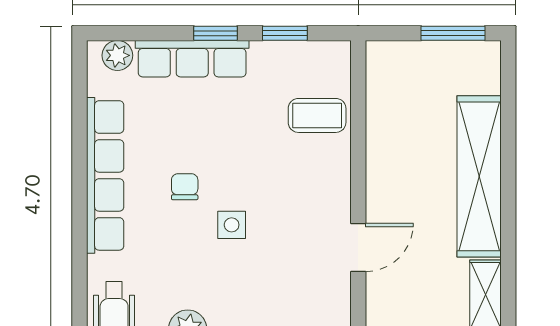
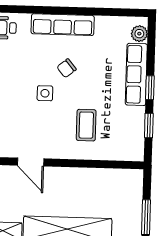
coffee table: (317, 115) -> (86, 125), moved
row of seats: (105, 175) -> (63, 25), width x0.73
chair: (185, 187) -> (67, 68), turned 141

